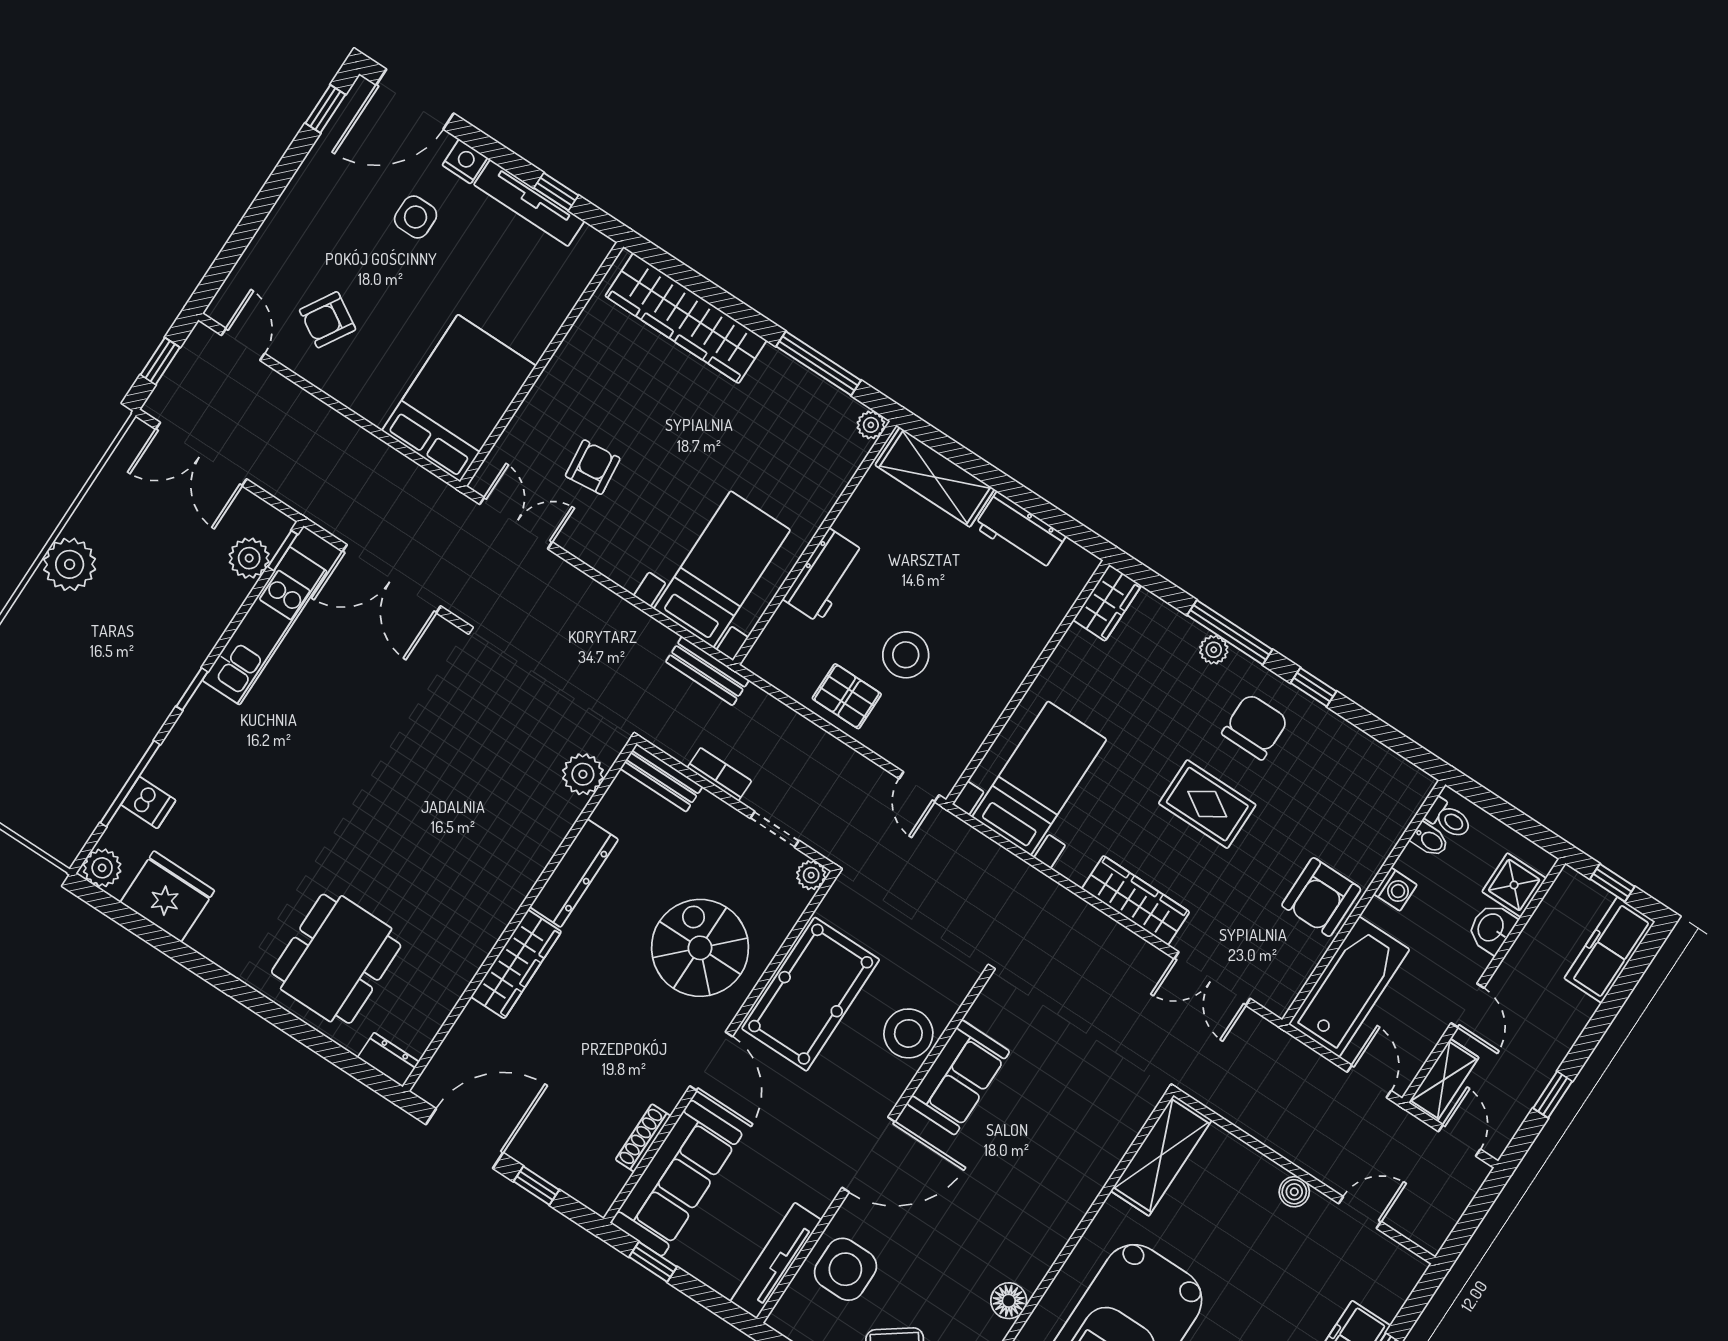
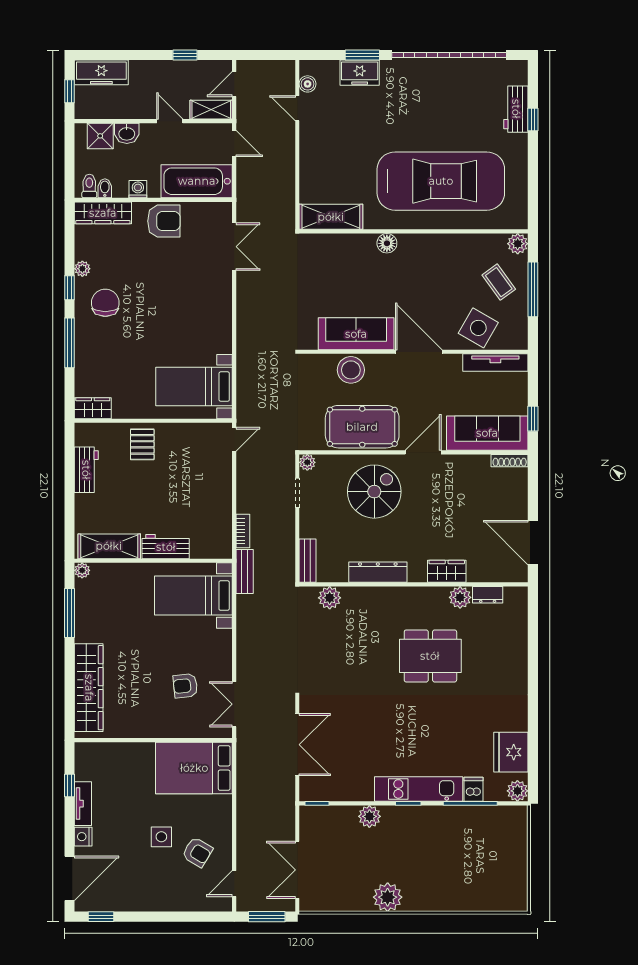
door: (415, 99) -> (70, 878), hinge flipped
tv unit: (529, 203) -> (83, 804), width x0.71
side table: (416, 217) -> (161, 837), moved
window: (160, 361) -> (267, 917), width x1.50
double door: (201, 454) -> (297, 870), swing flipped
shelving: (935, 477) -> (109, 546), moved, turned 90
plant: (249, 558) -> (369, 816), moved
kitchen unit: (265, 626) -> (419, 789), moved
plant: (1214, 650) -> (82, 269), moved
stool: (906, 655) -> (177, 485), removed
pallet: (847, 696) -> (142, 444), moved
chair: (1255, 727) -> (105, 303), turned 90
bookcase: (719, 774) -> (243, 531), moved, turned 180
rug: (1207, 804) -> (155, 301), removed
wardrobe: (1136, 900) -> (103, 213), moved, turned -90
spiral stairs: (700, 948) -> (374, 492), turned 180
dining table: (336, 959) -> (430, 656), moved
wardrobe: (516, 964) -> (447, 571), width x0.67
plant: (454, 973) -> (460, 597), added
door: (1467, 1005) -> (170, 121), hinge flipped
dresser: (388, 1060) -> (488, 595), moved, turned -90
sofa: (958, 1077) -> (356, 334), width x1.36
door: (1369, 1081) -> (234, 143), swing flipped
shoe rack: (643, 1138) -> (510, 461), moved
window: (536, 1186) -> (533, 495), removed
boiler: (1294, 1192) -> (308, 84), moved
side table: (845, 1269) -> (478, 328), turned 30
floor lamp: (1009, 1301) -> (387, 243), moved

